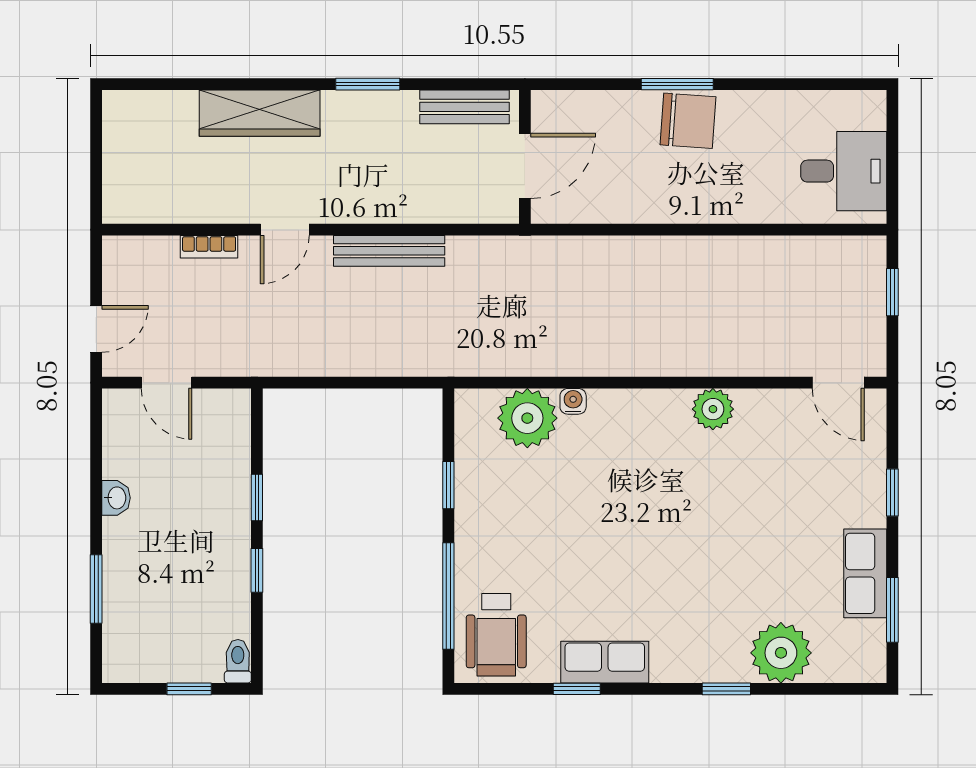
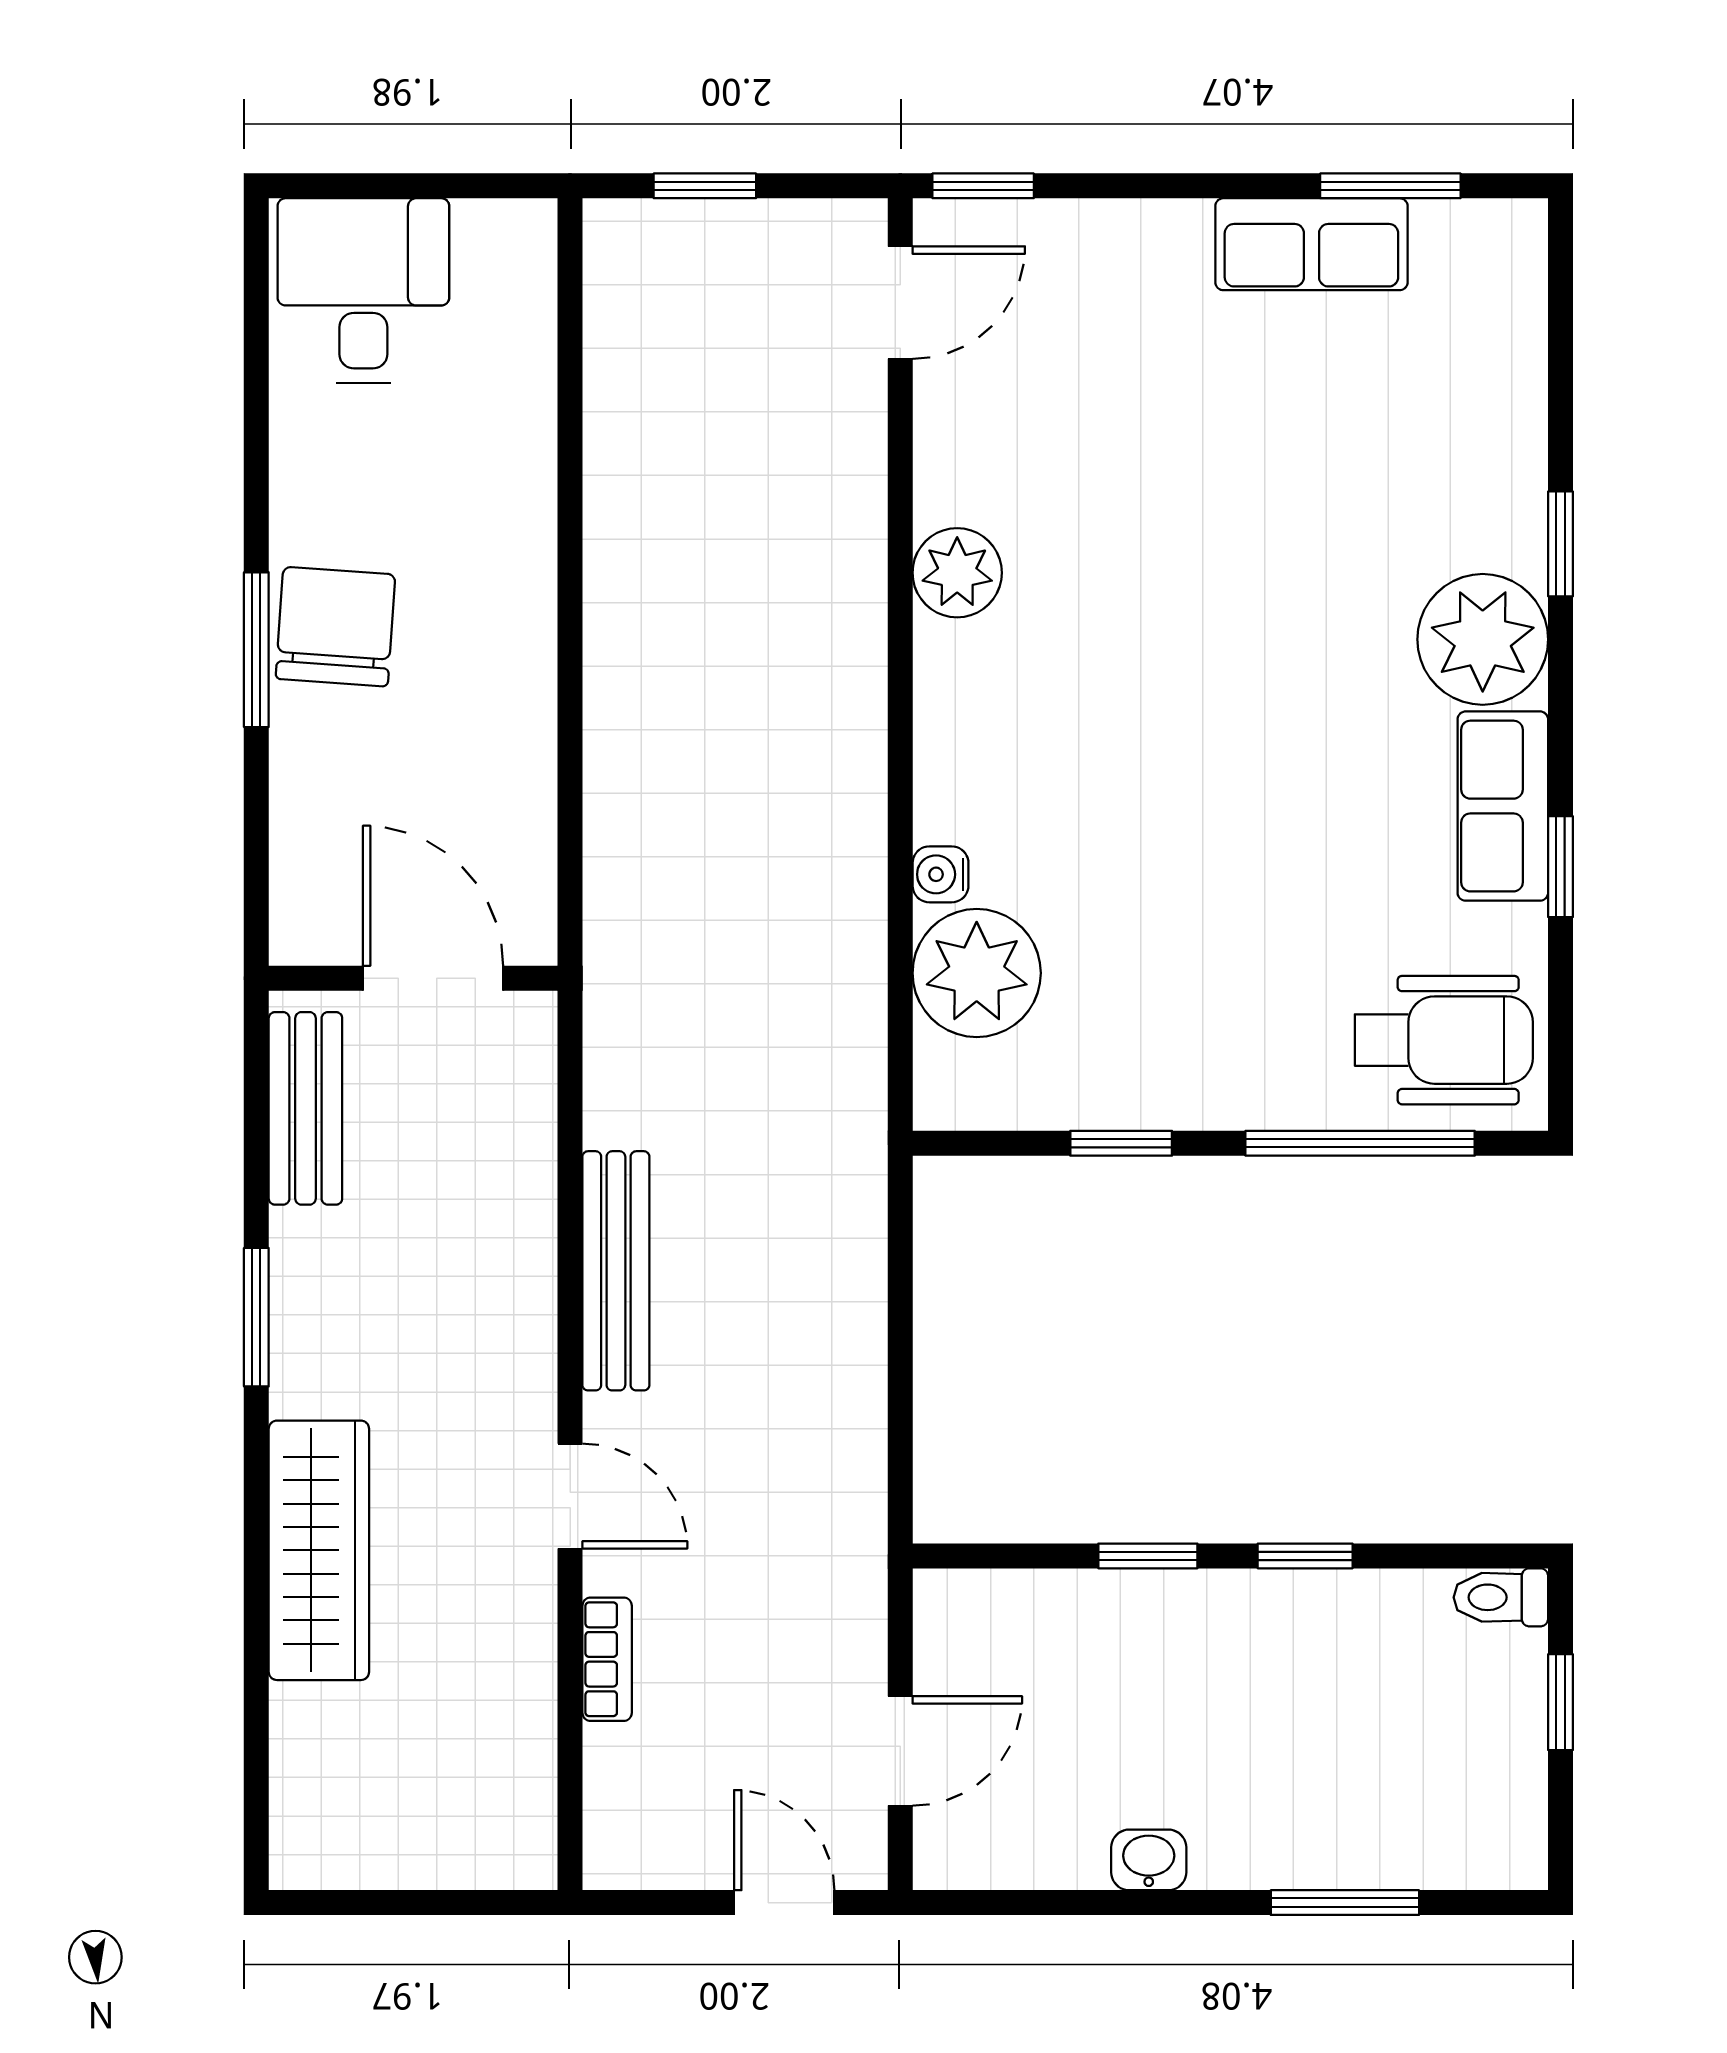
desk: (844, 171) -> (363, 291), moved
window: (892, 493) -> (983, 186), moved
plant: (781, 653) -> (1483, 639), moved

